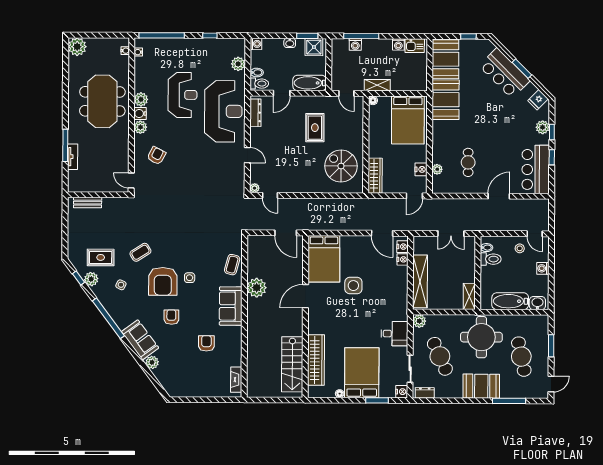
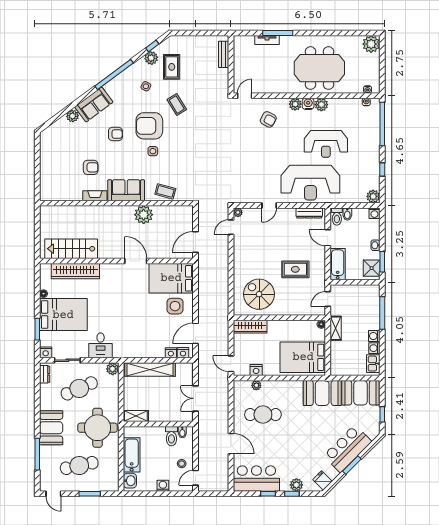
washing machine: (355, 44) -> (374, 336), moved
plant: (238, 64) -> (373, 196), moved
cafe table: (468, 162) -> (263, 415), width x1.37, depth x1.35
spiral stairs: (341, 166) -> (259, 294), turned -90
side table: (353, 286) -> (175, 306), moved
fireplace: (236, 380) -> (95, 196), moved

